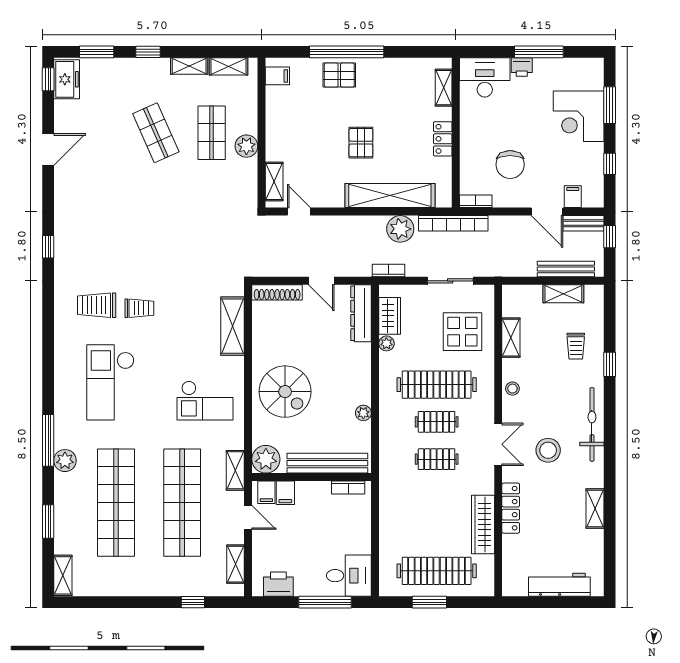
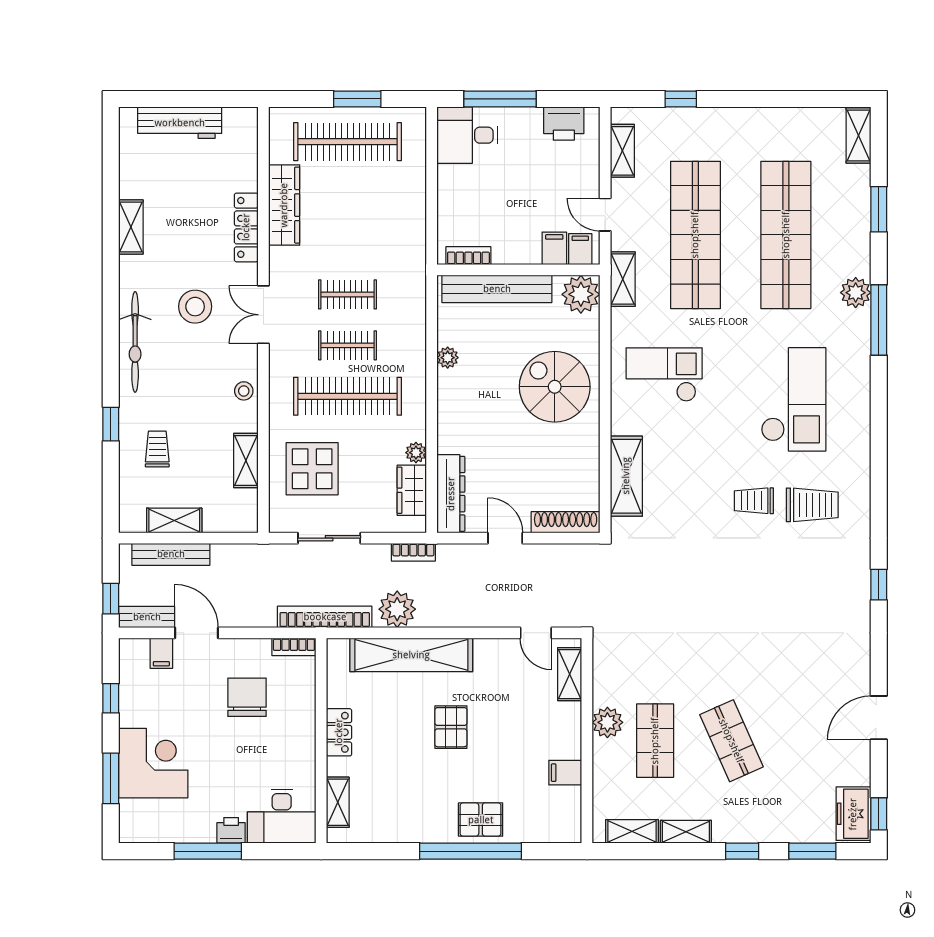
filing cabinet: (277, 76) -> (565, 773), moved

